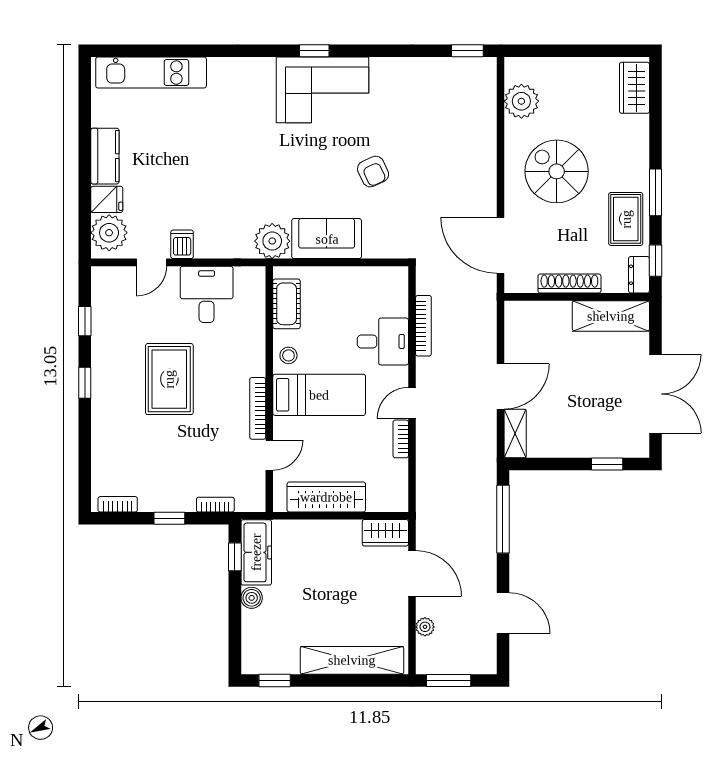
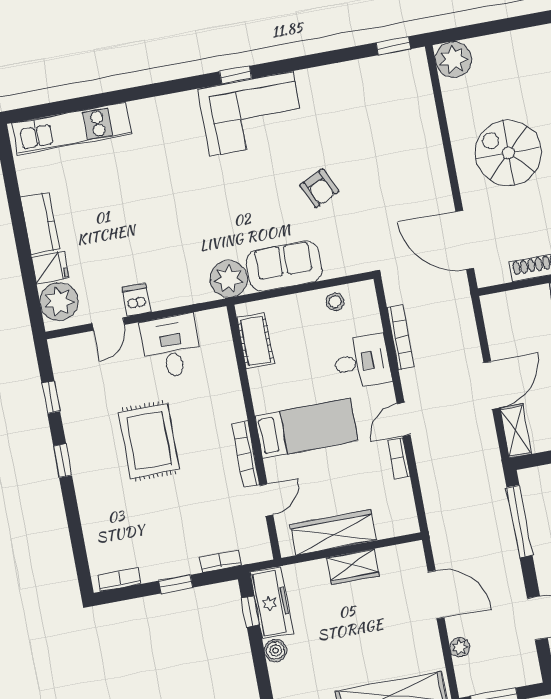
plant: (521, 101) -> (453, 59), moved
stool: (288, 355) -> (335, 302), moved
wardrobe: (385, 533) -> (353, 567), moved

